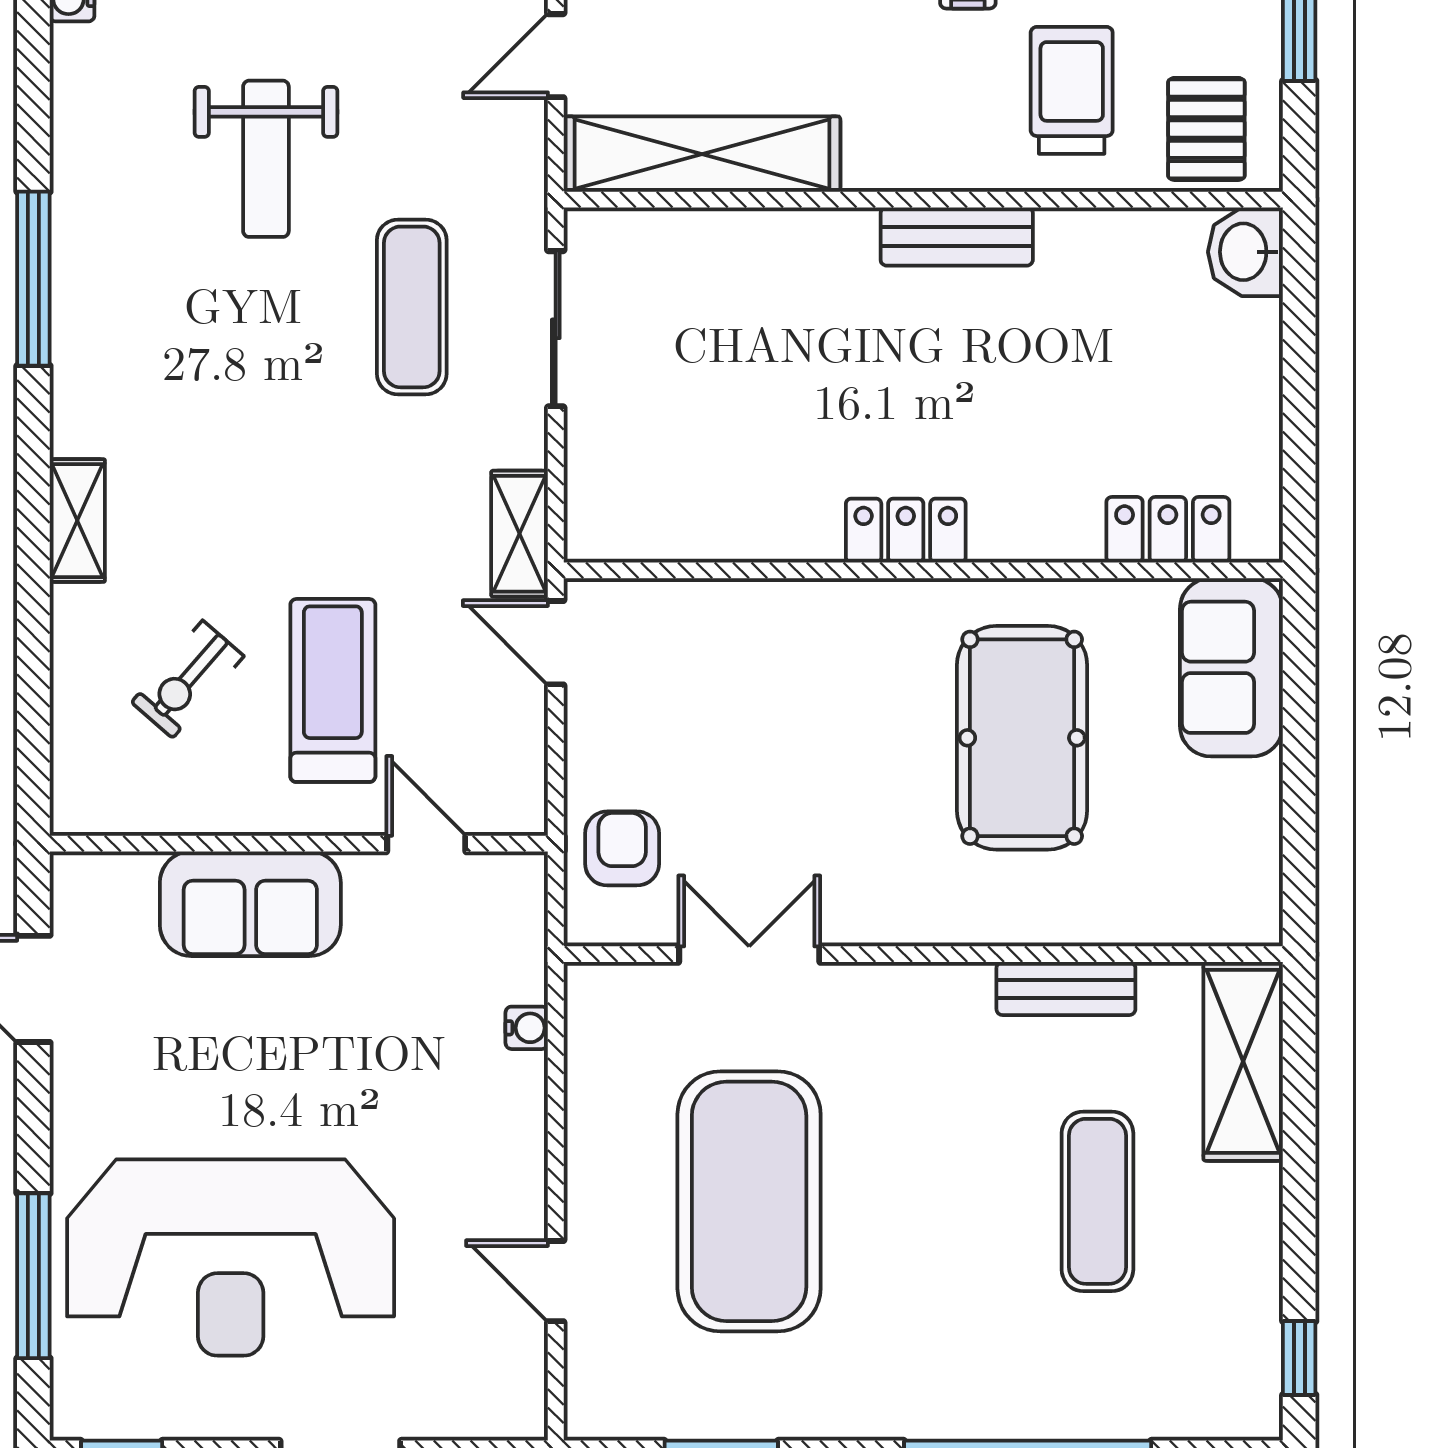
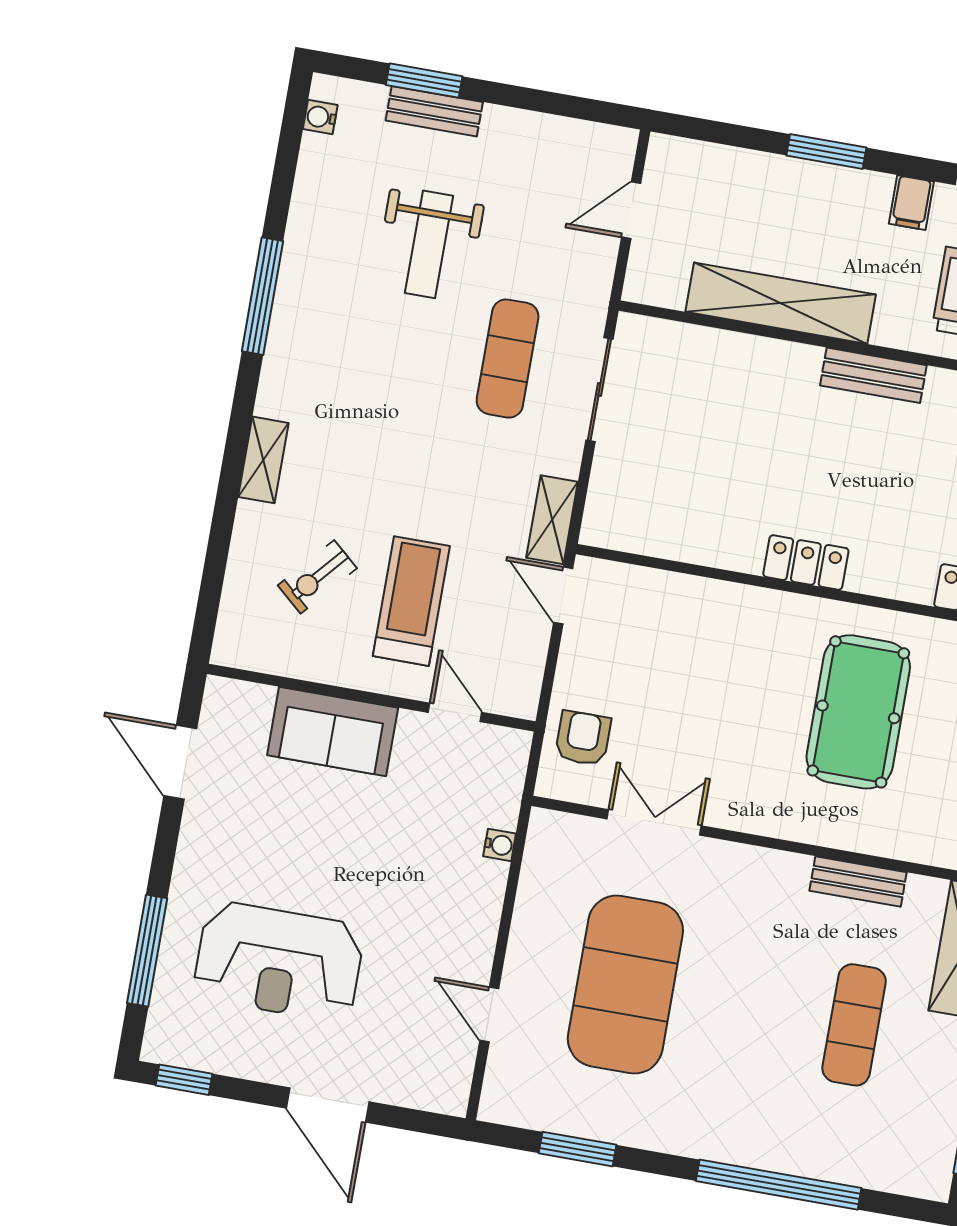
shelving: (702, 154) -> (781, 303), moved
reception desk: (231, 1258) -> (279, 961), width x0.74, depth x0.77

